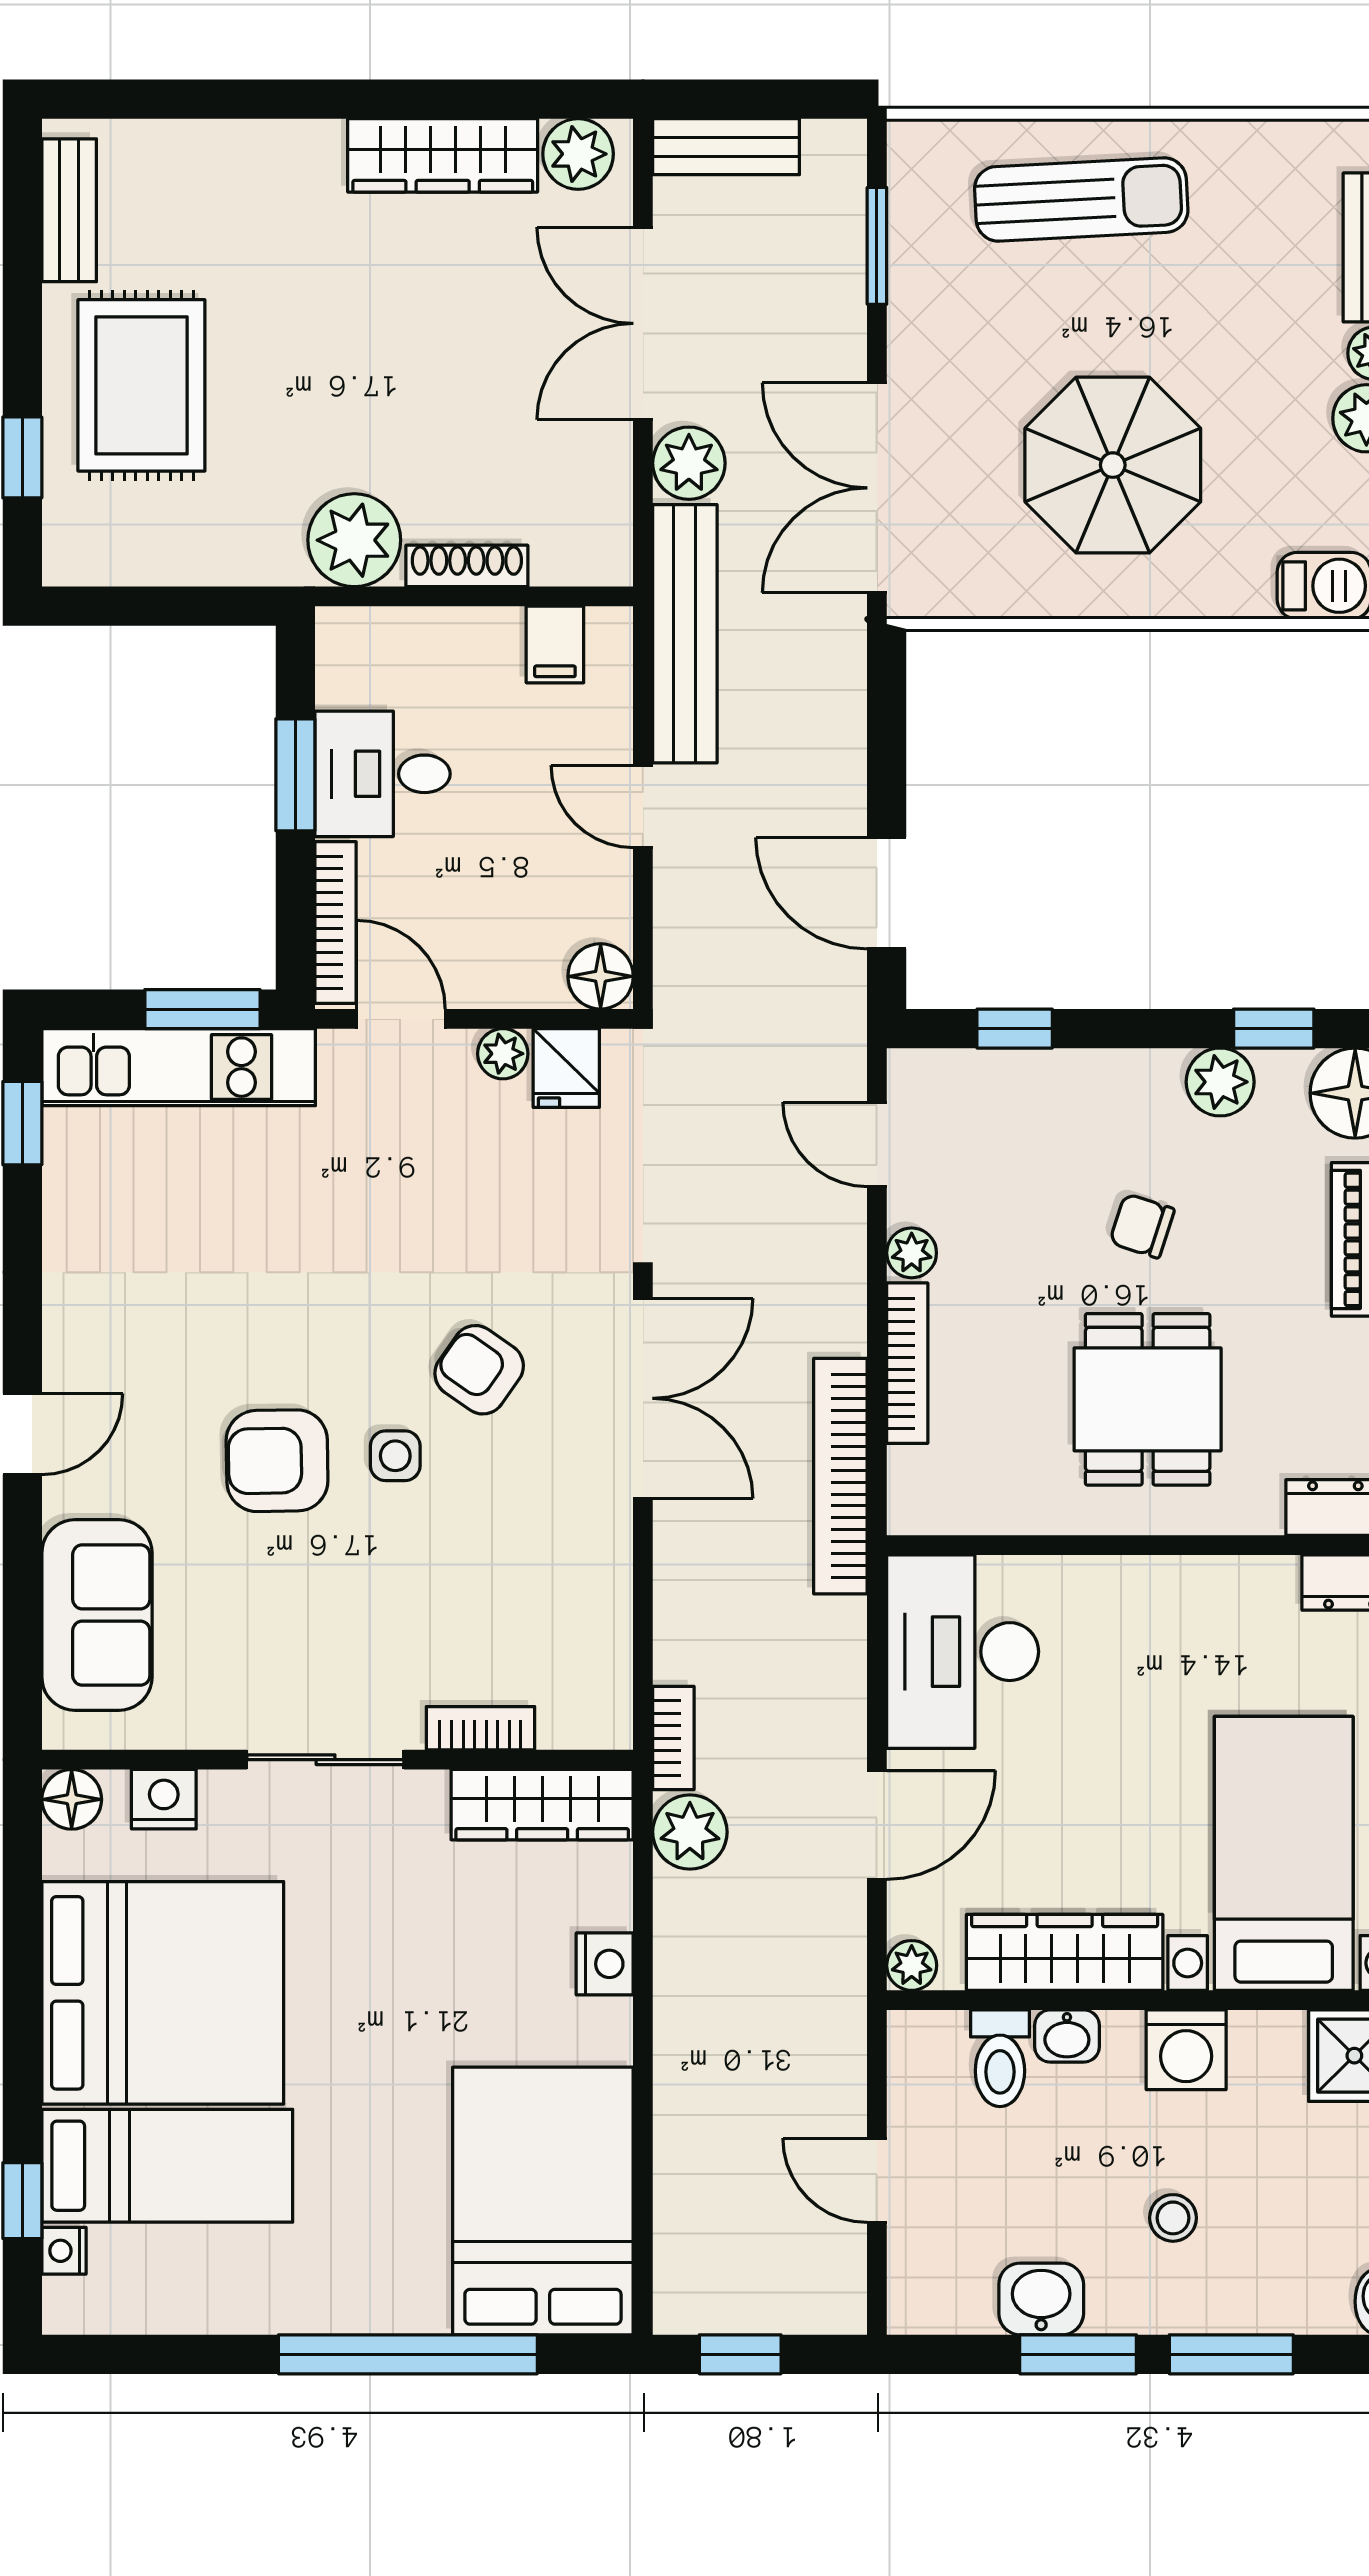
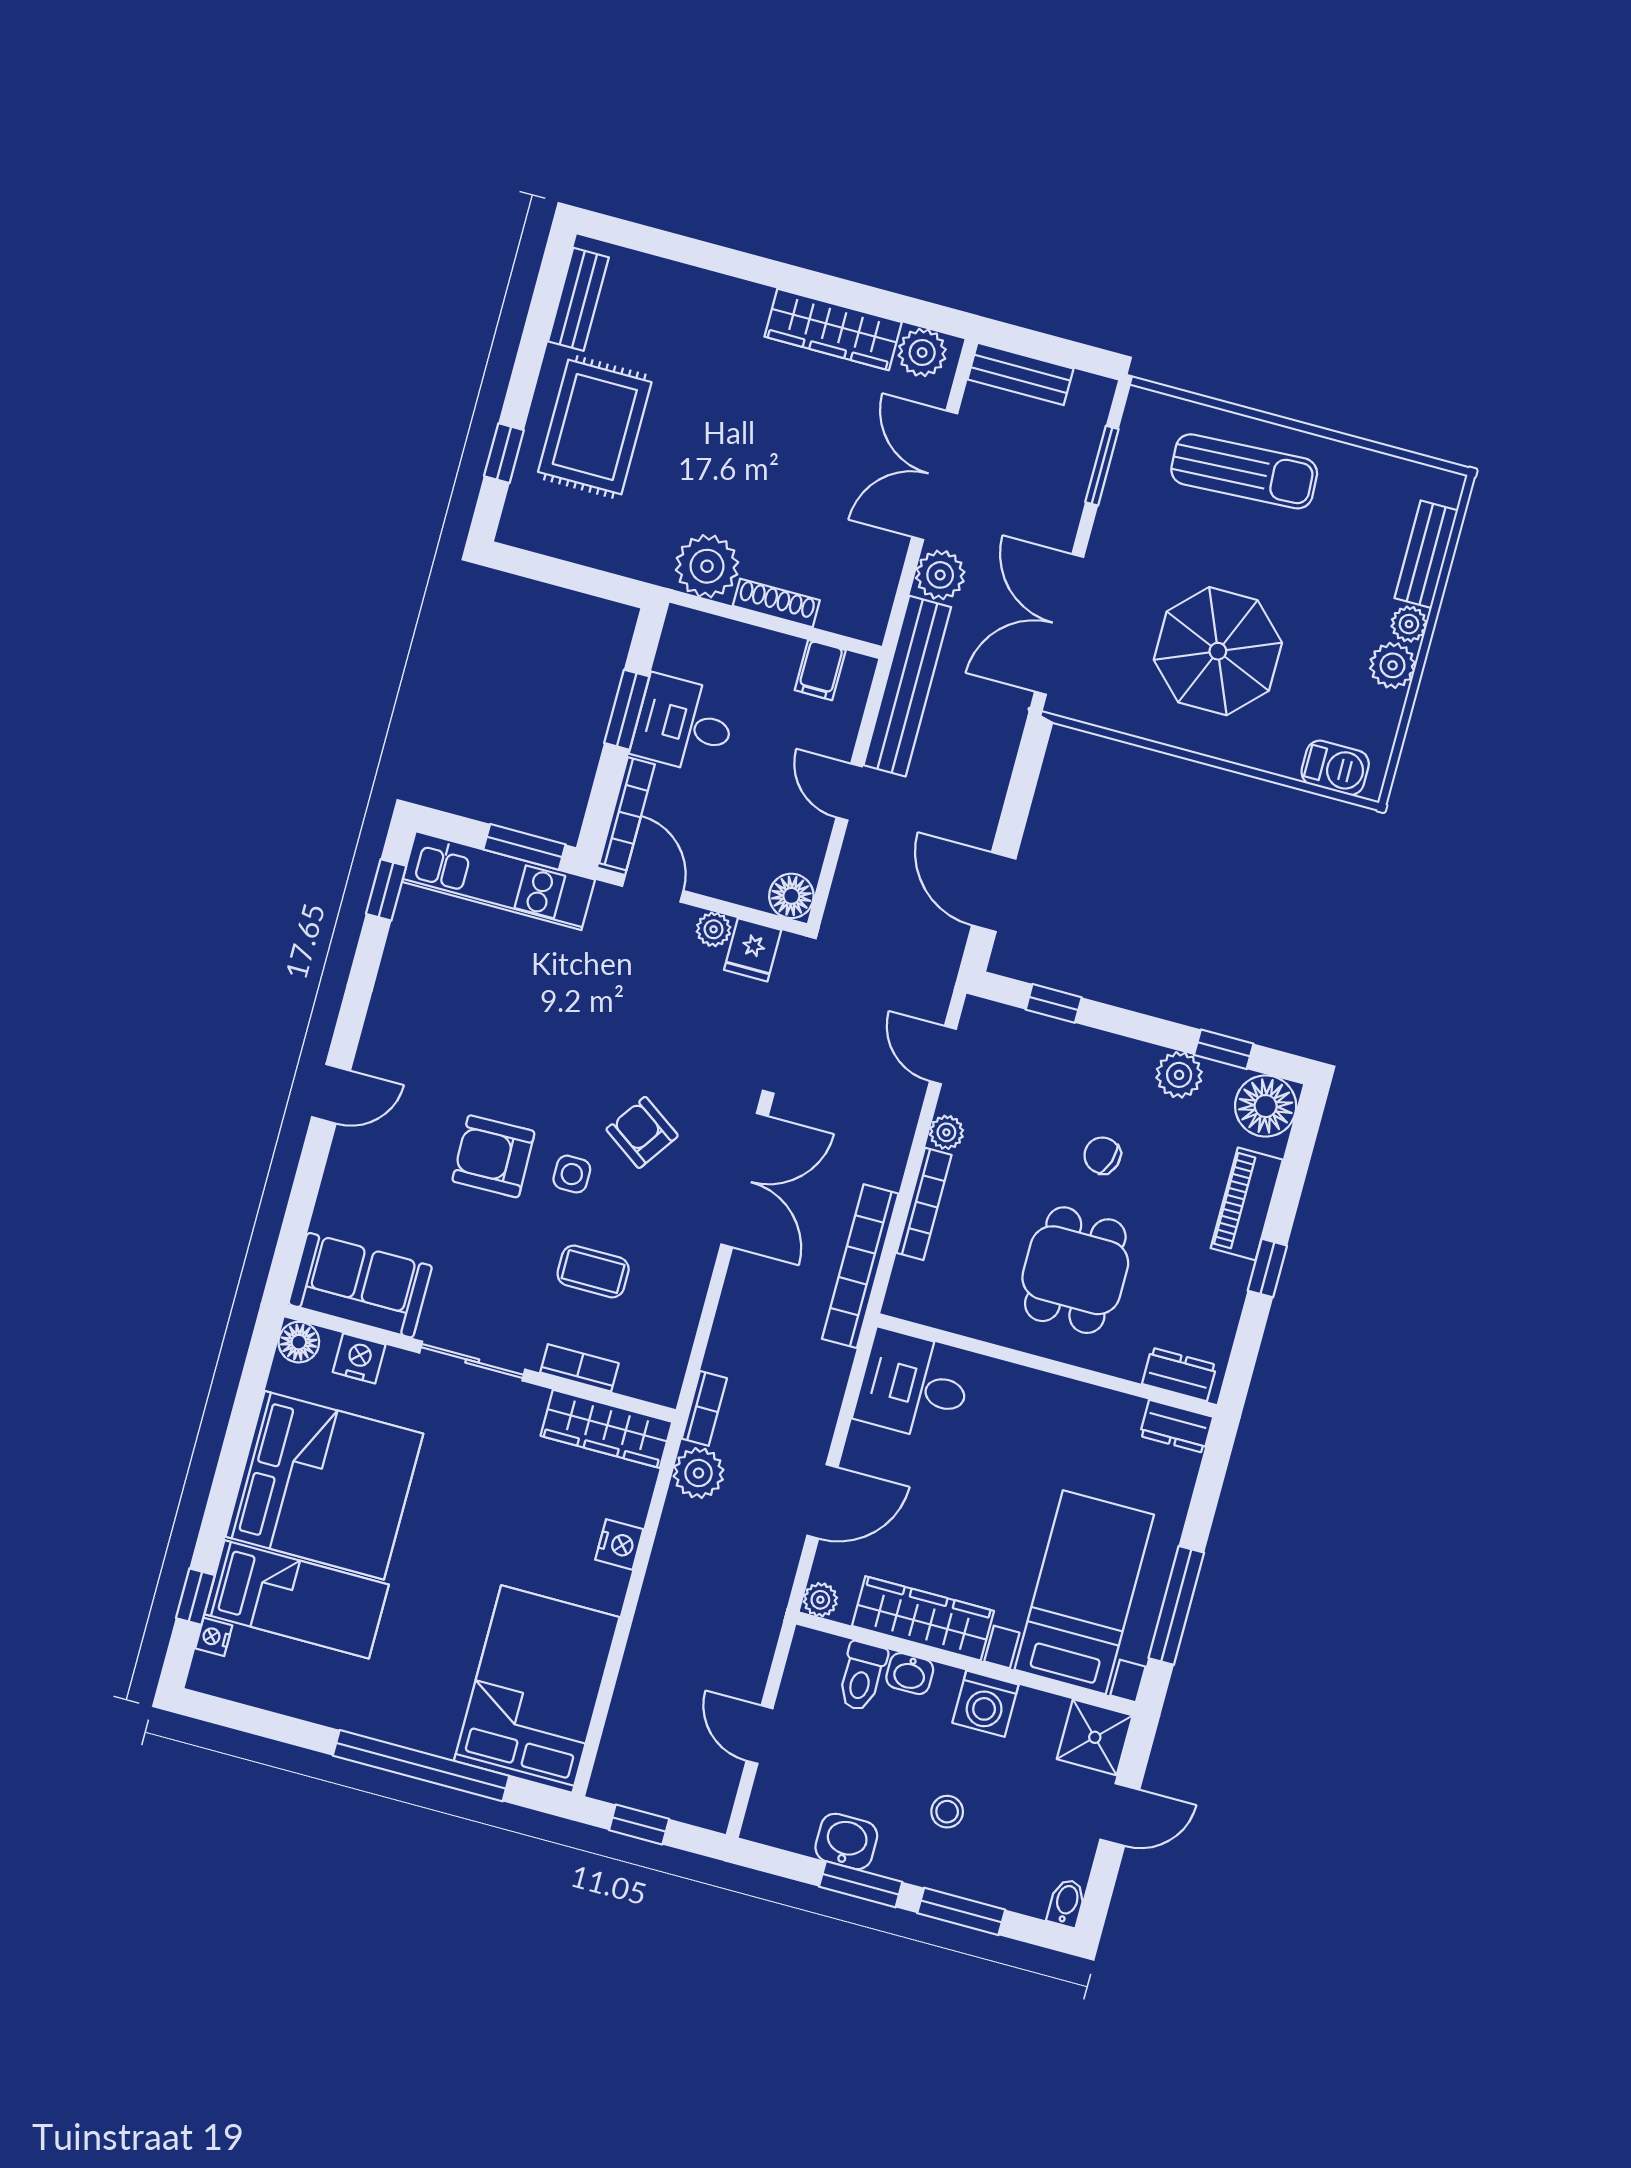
coffee table: (463, 1586) -> (593, 1271), added
sofa: (97, 1615) -> (360, 1285), moved, turned -90
desk: (963, 1652) -> (914, 1386), width x0.73

